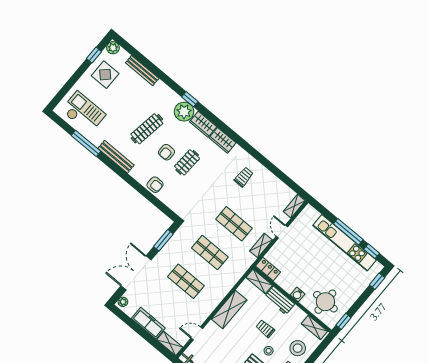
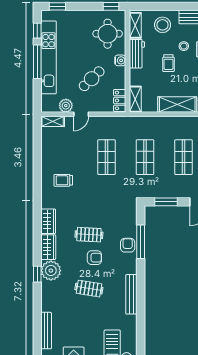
clothes rail: (147, 129) -> (89, 289), width x0.73
window: (86, 143) -> (141, 242), moved
plant: (298, 226) -> (66, 106), added
shelving: (261, 246) -> (106, 121), removed
cafe table: (302, 262) -> (92, 79), added
workbench: (279, 300) -> (137, 54), moved

